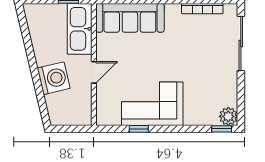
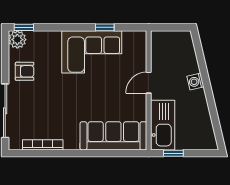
washing machine: (54, 78) -> (195, 82), width x0.53, depth x0.53
armchair: (221, 84) -> (25, 71), added

